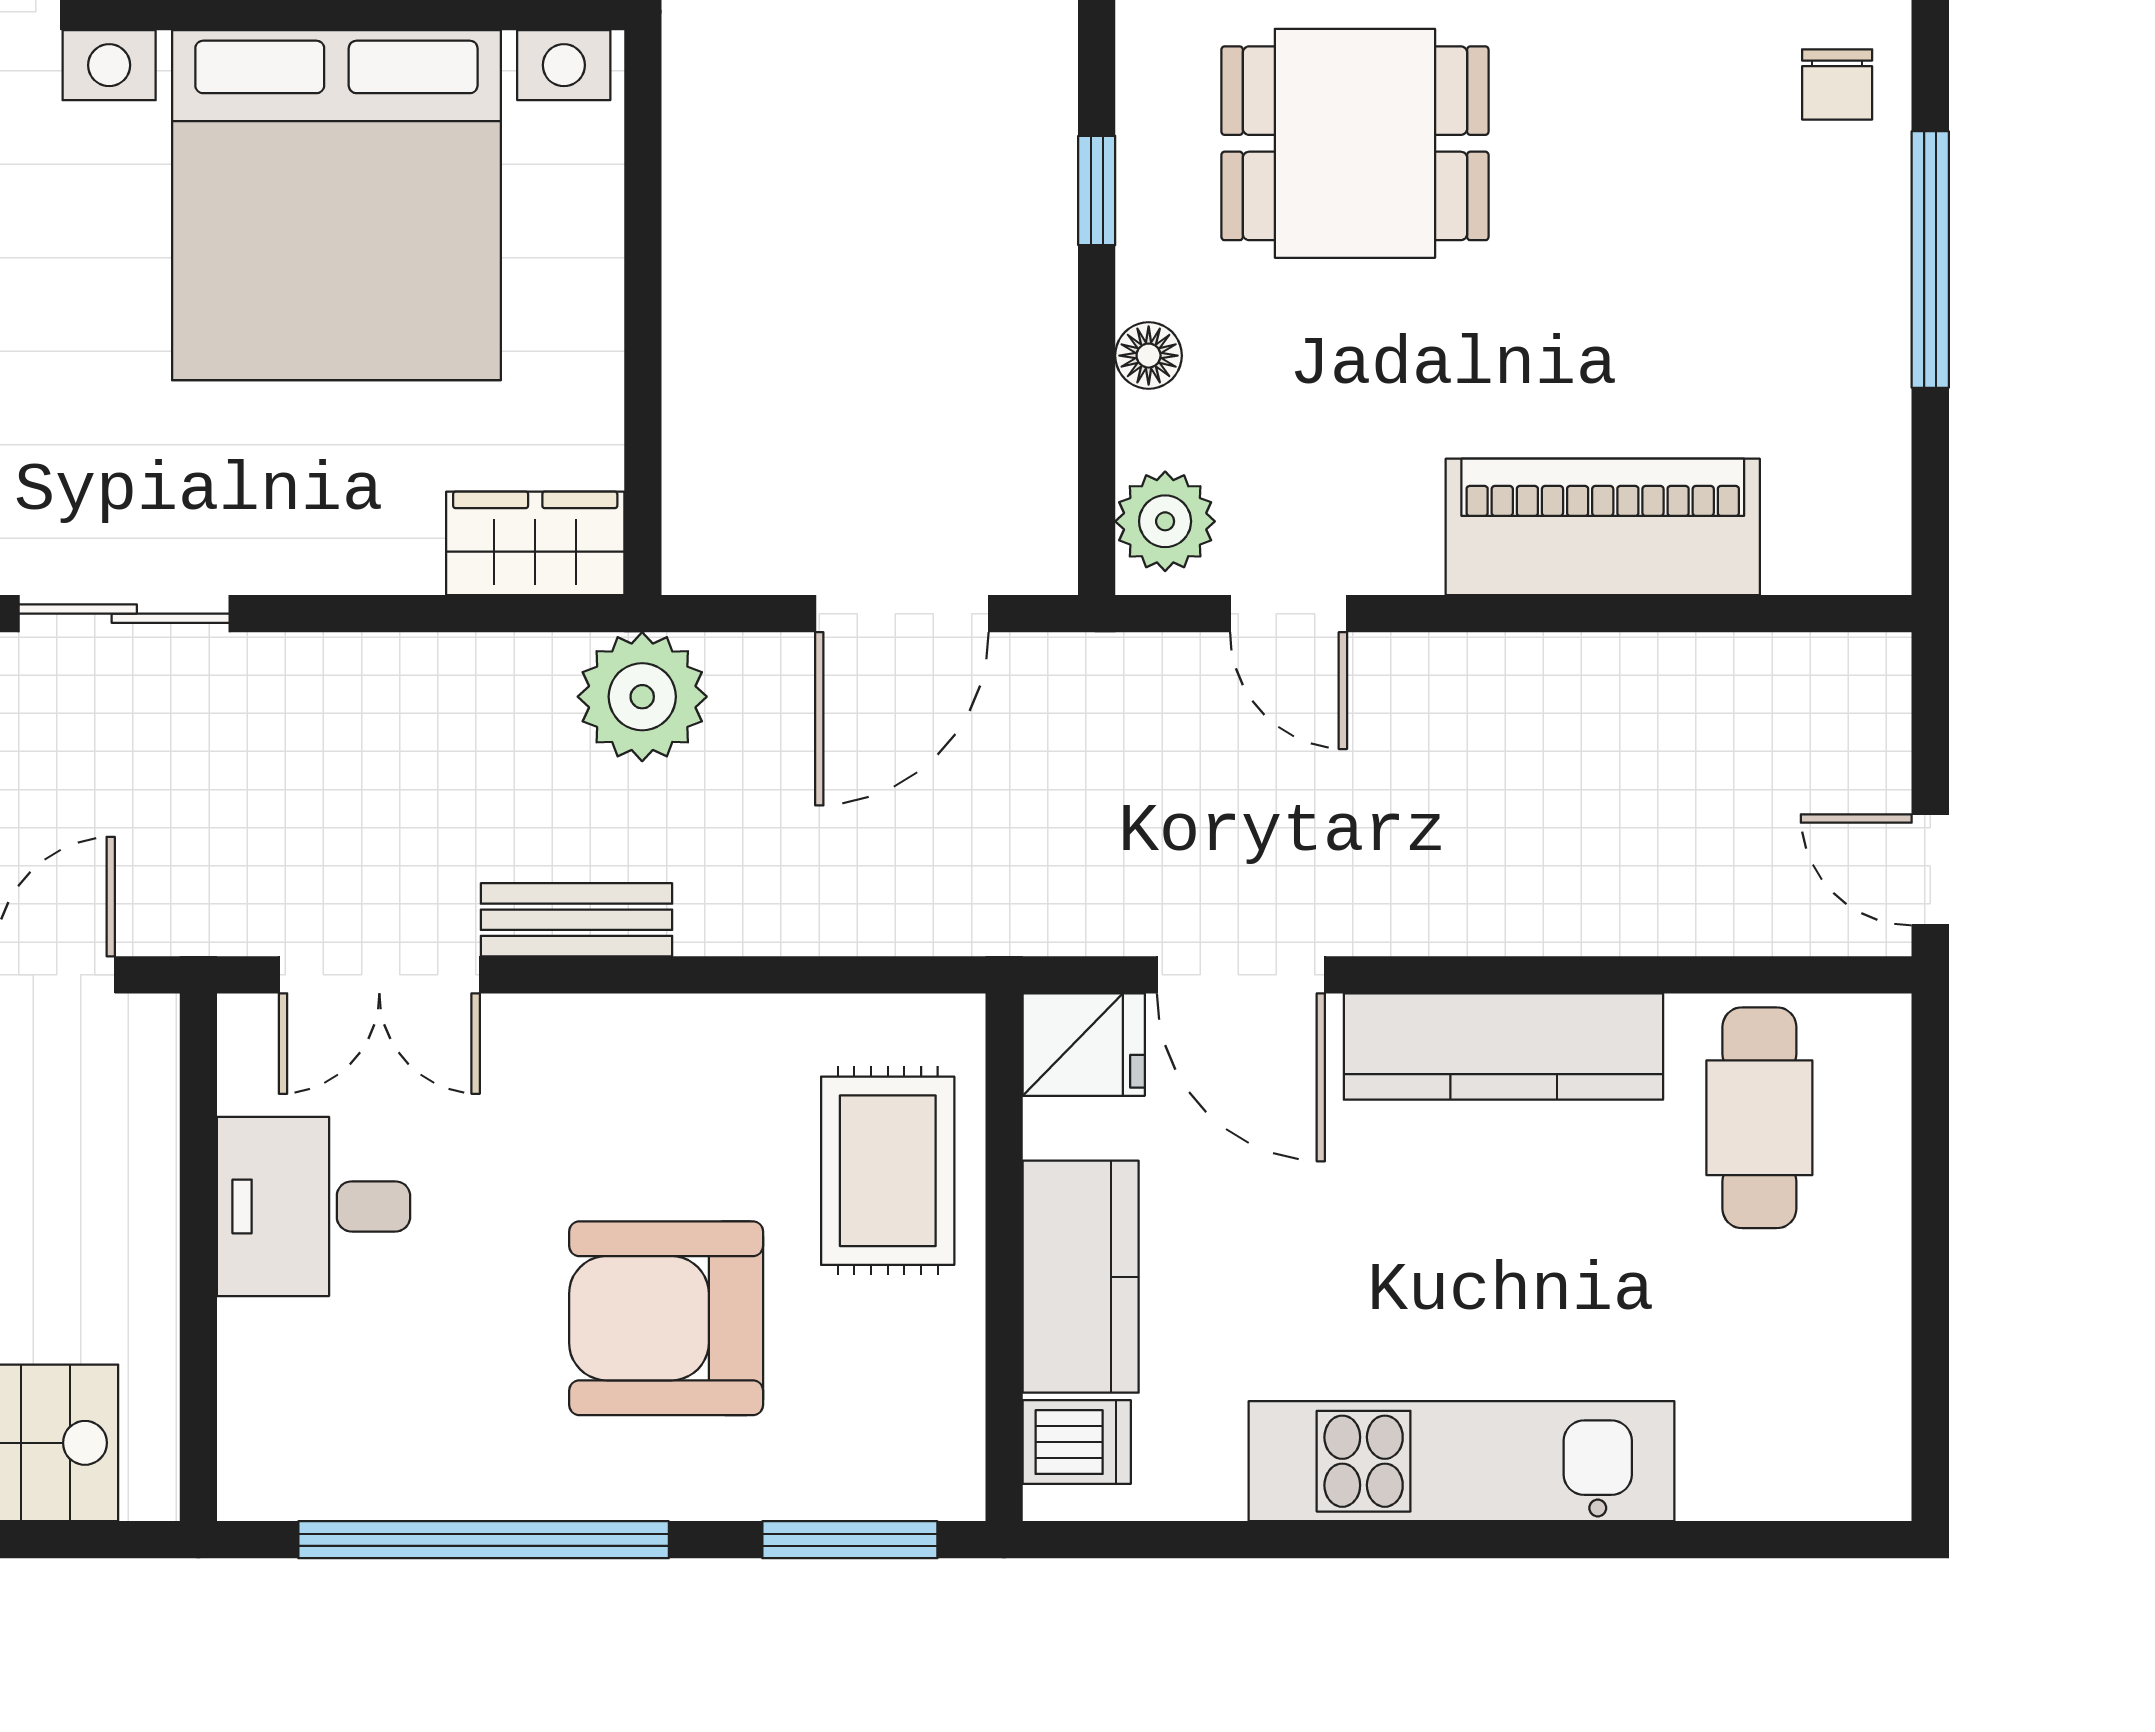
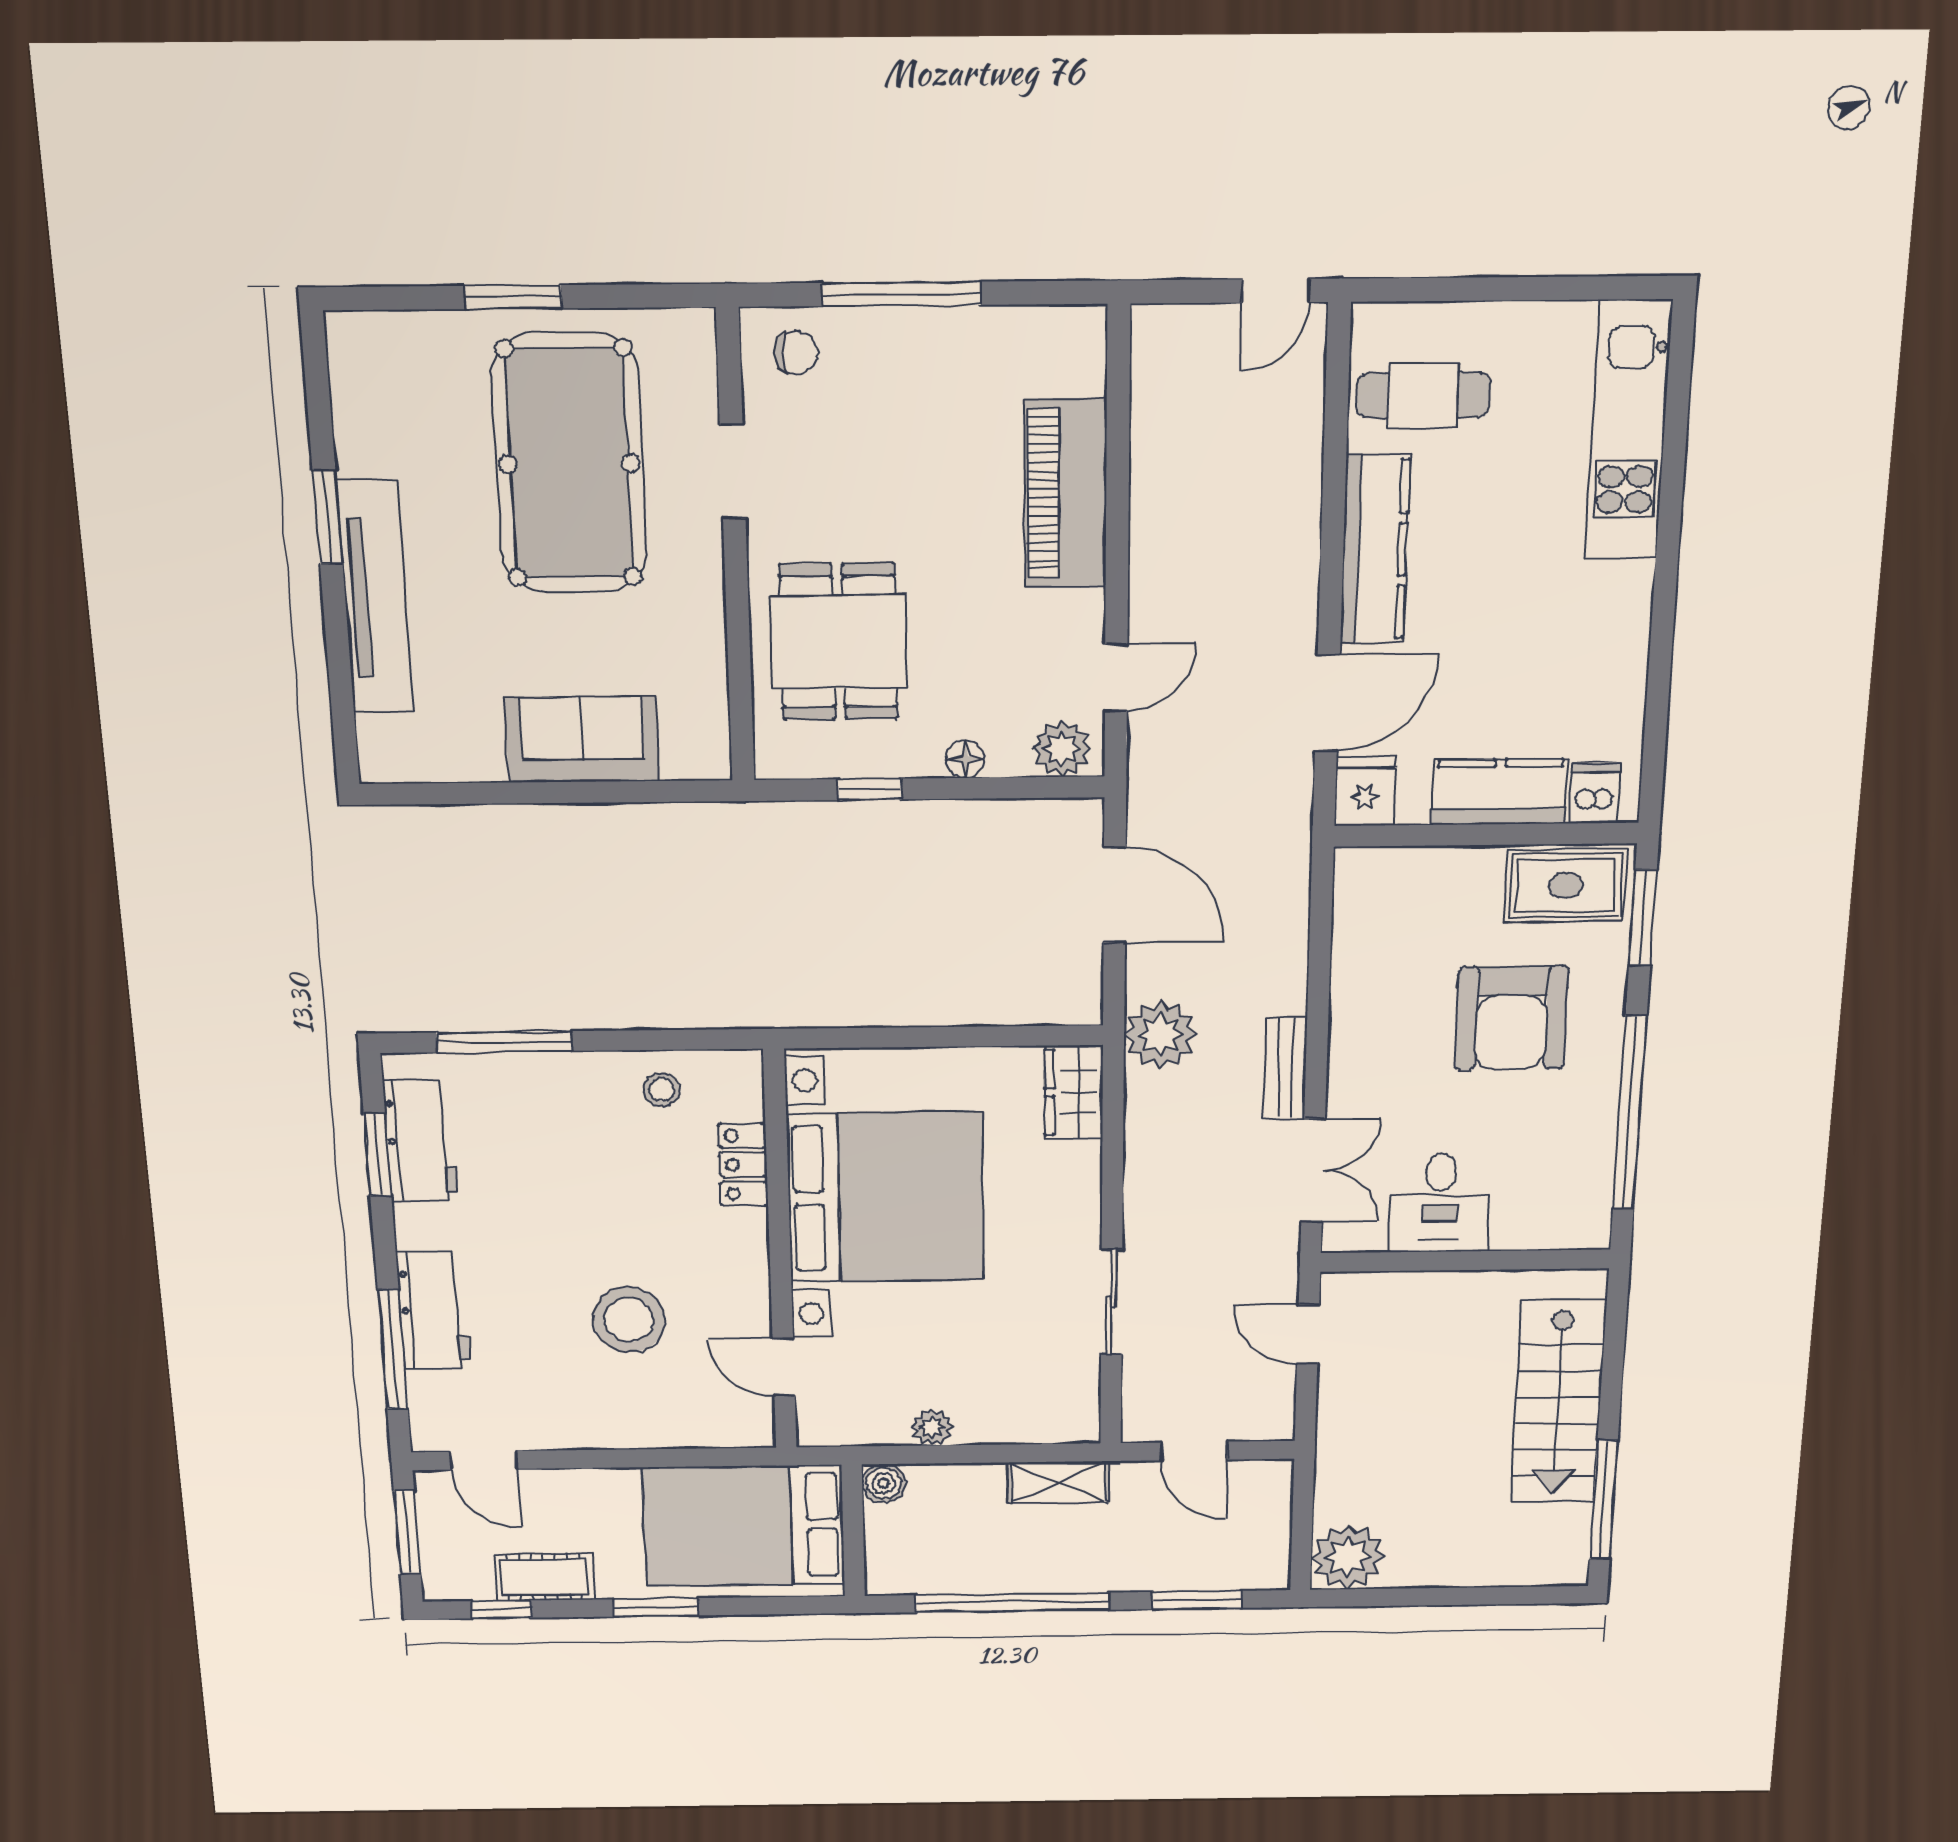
rug: (888, 1171) -> (1566, 885), moved
kitchen unit: (1461, 1461) -> (1628, 430), moved

